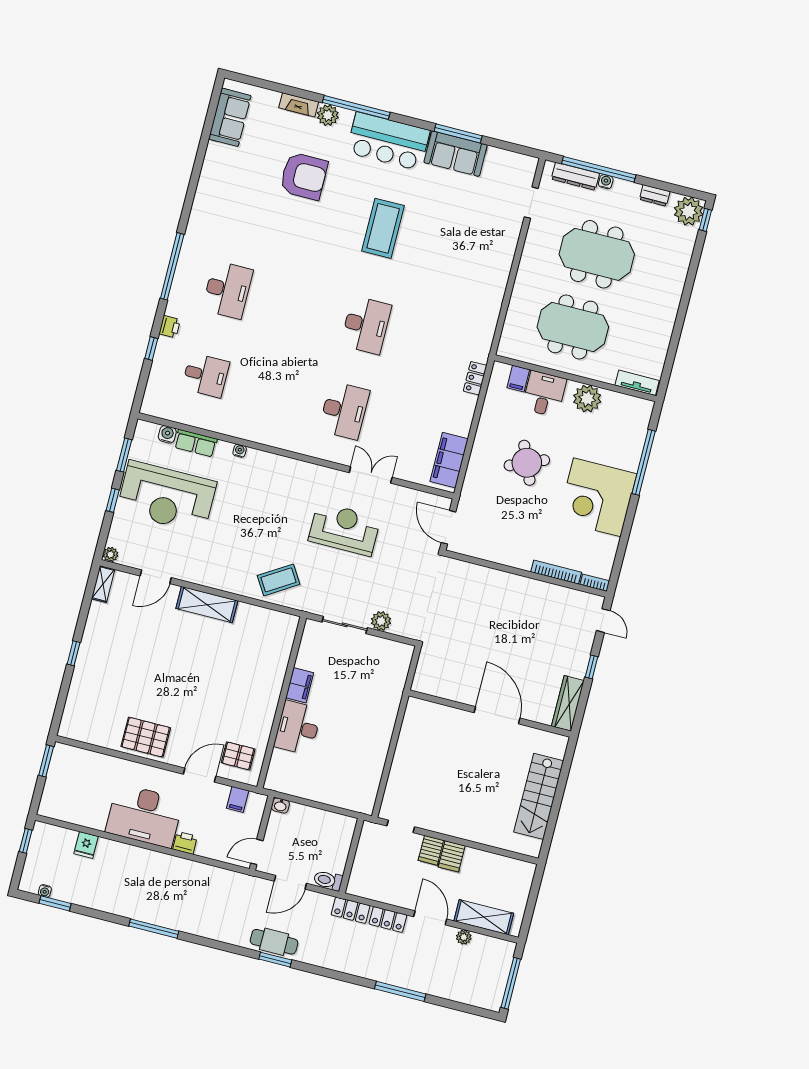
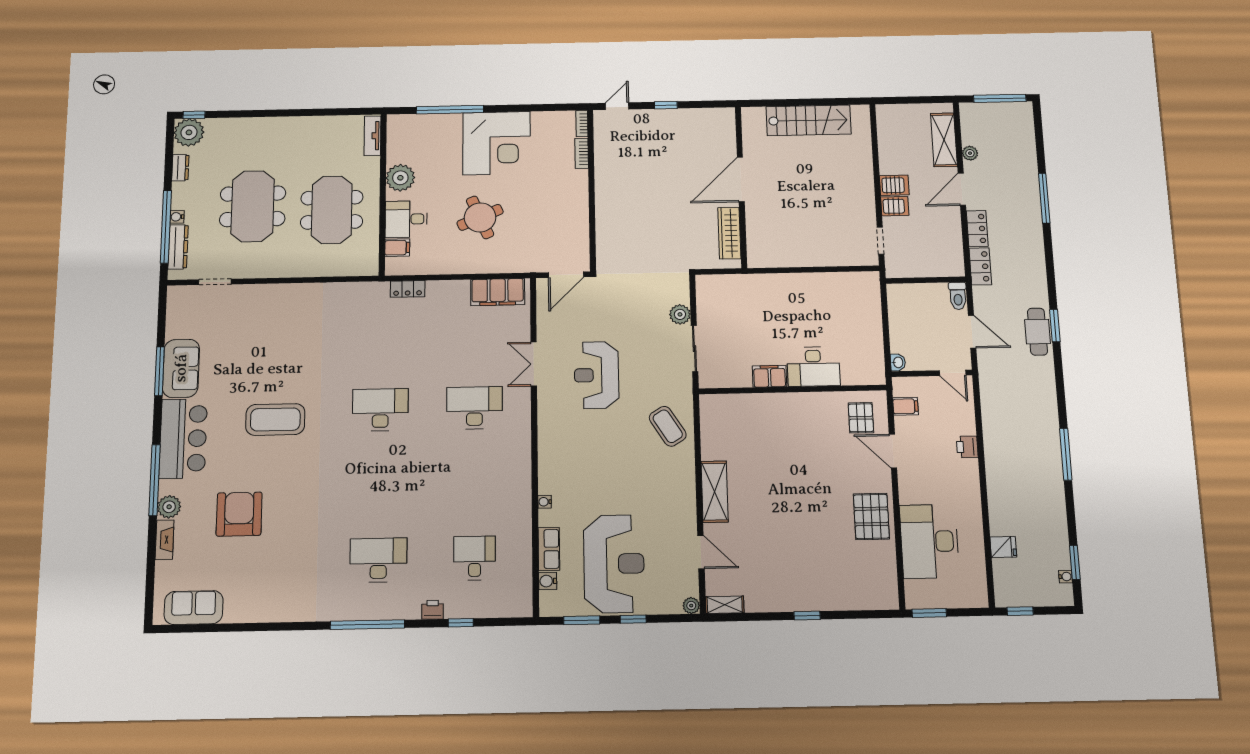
bookcase: (556, 572) -> (582, 153), width x0.64
wardrobe: (568, 703) -> (729, 233), moved, turned 90
desk: (144, 816) -> (929, 541), moved, turned 180

